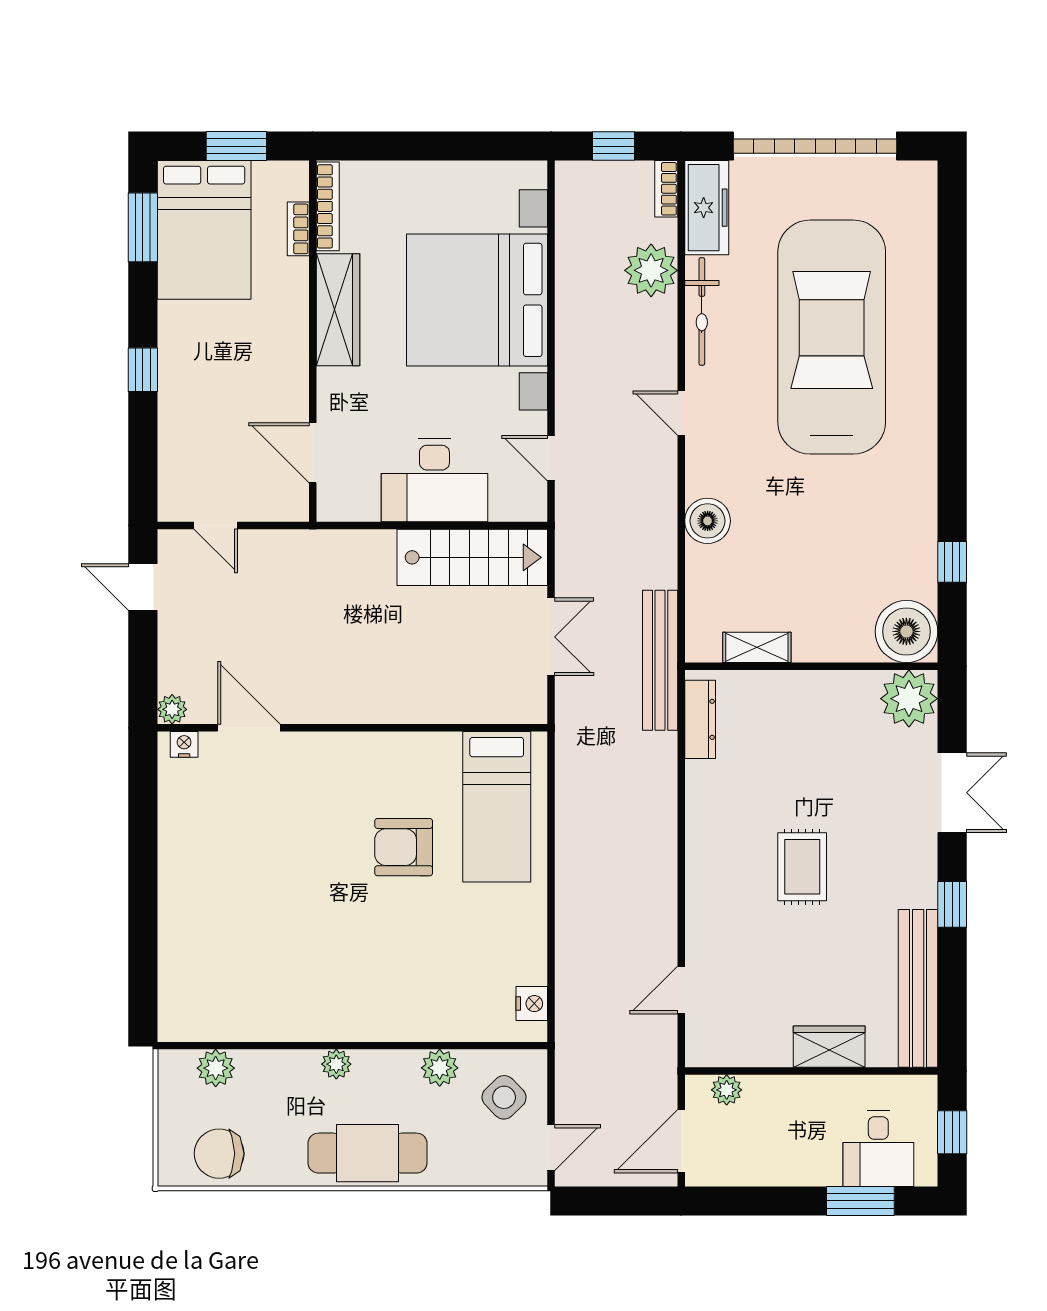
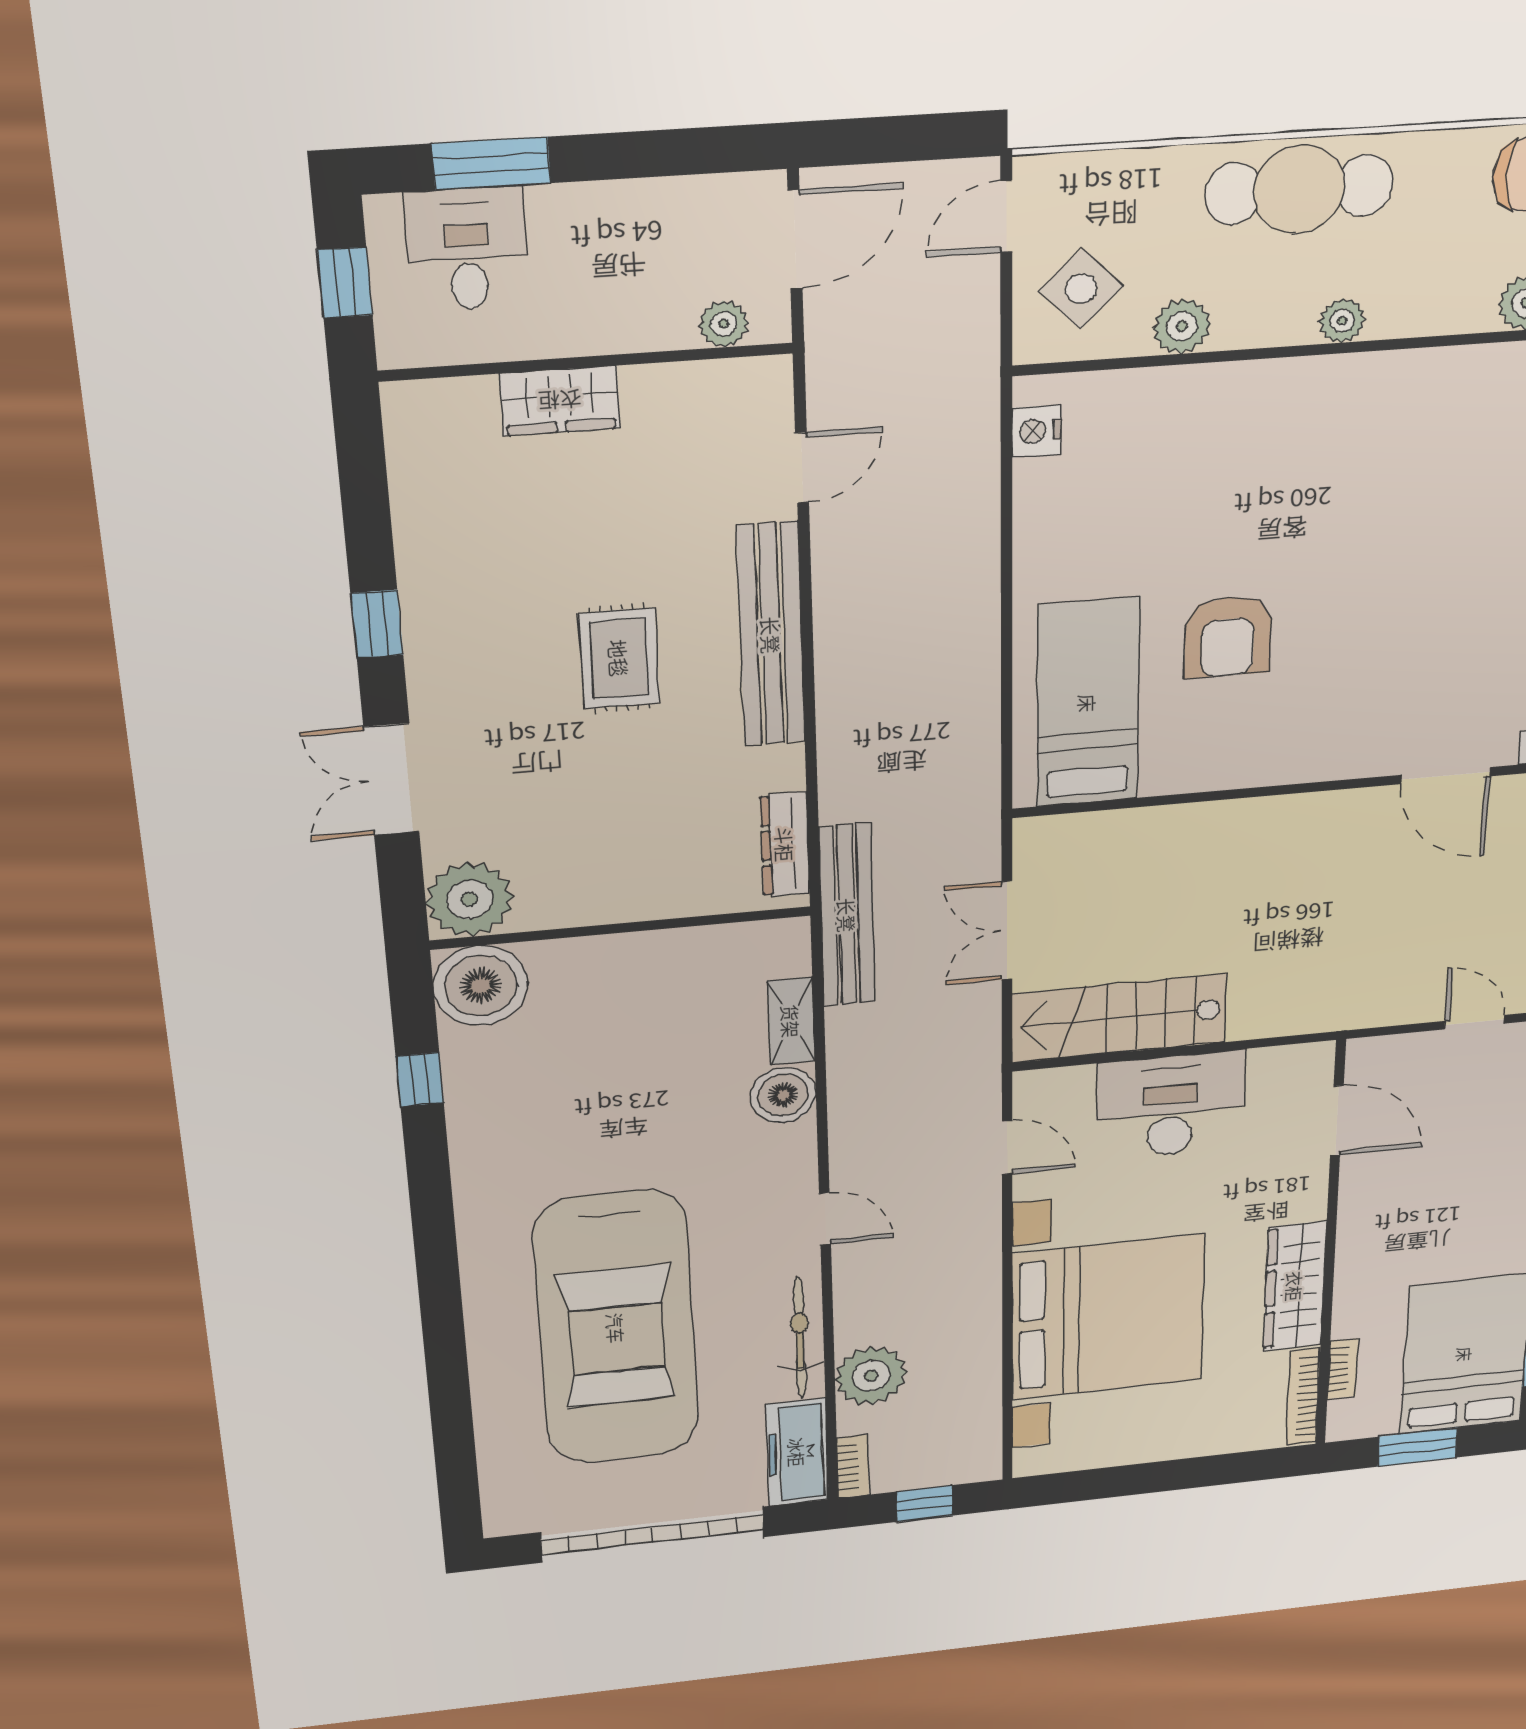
shelving: (757, 647) -> (791, 1021), moved, turned 90
armchair: (404, 847) -> (1228, 637), turned 90
bench: (918, 988) -> (771, 635), moved

